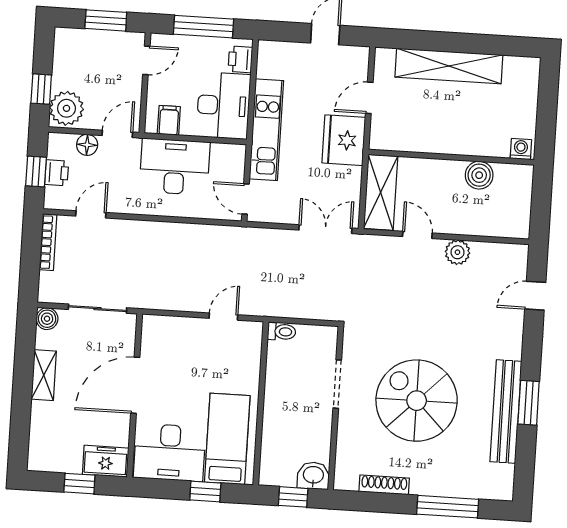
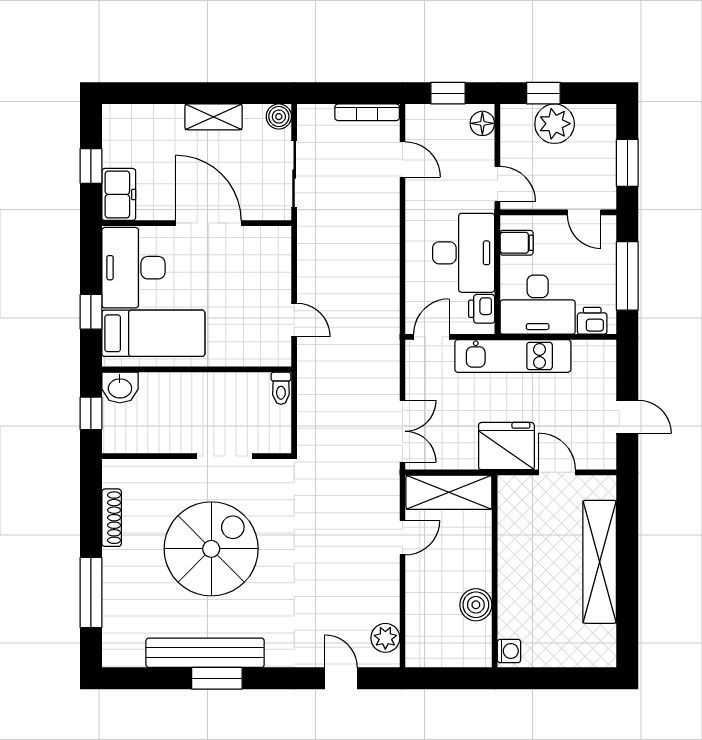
plant: (66, 108) -> (555, 124), moved
floor lamp: (87, 145) -> (482, 123), moved
printer: (57, 173) -> (482, 309), moved, turned 90
plant: (457, 252) -> (385, 638), moved
washbasin: (313, 476) -> (120, 388), moved, turned 90

